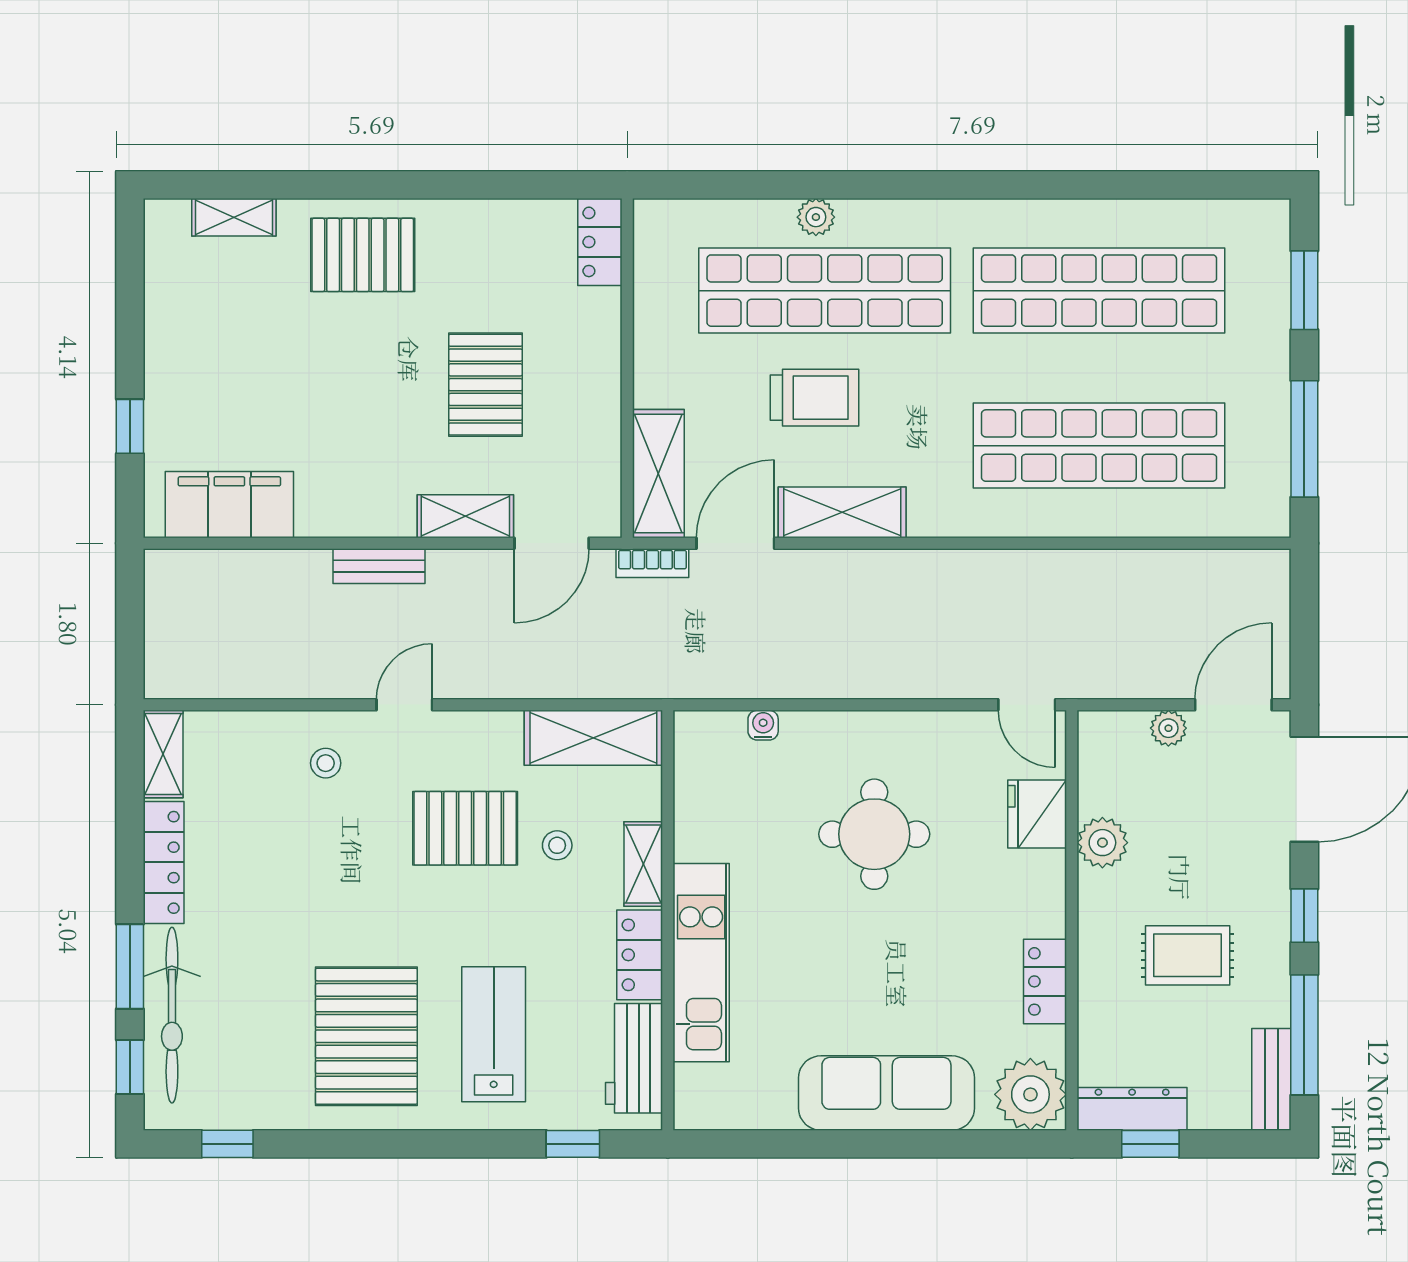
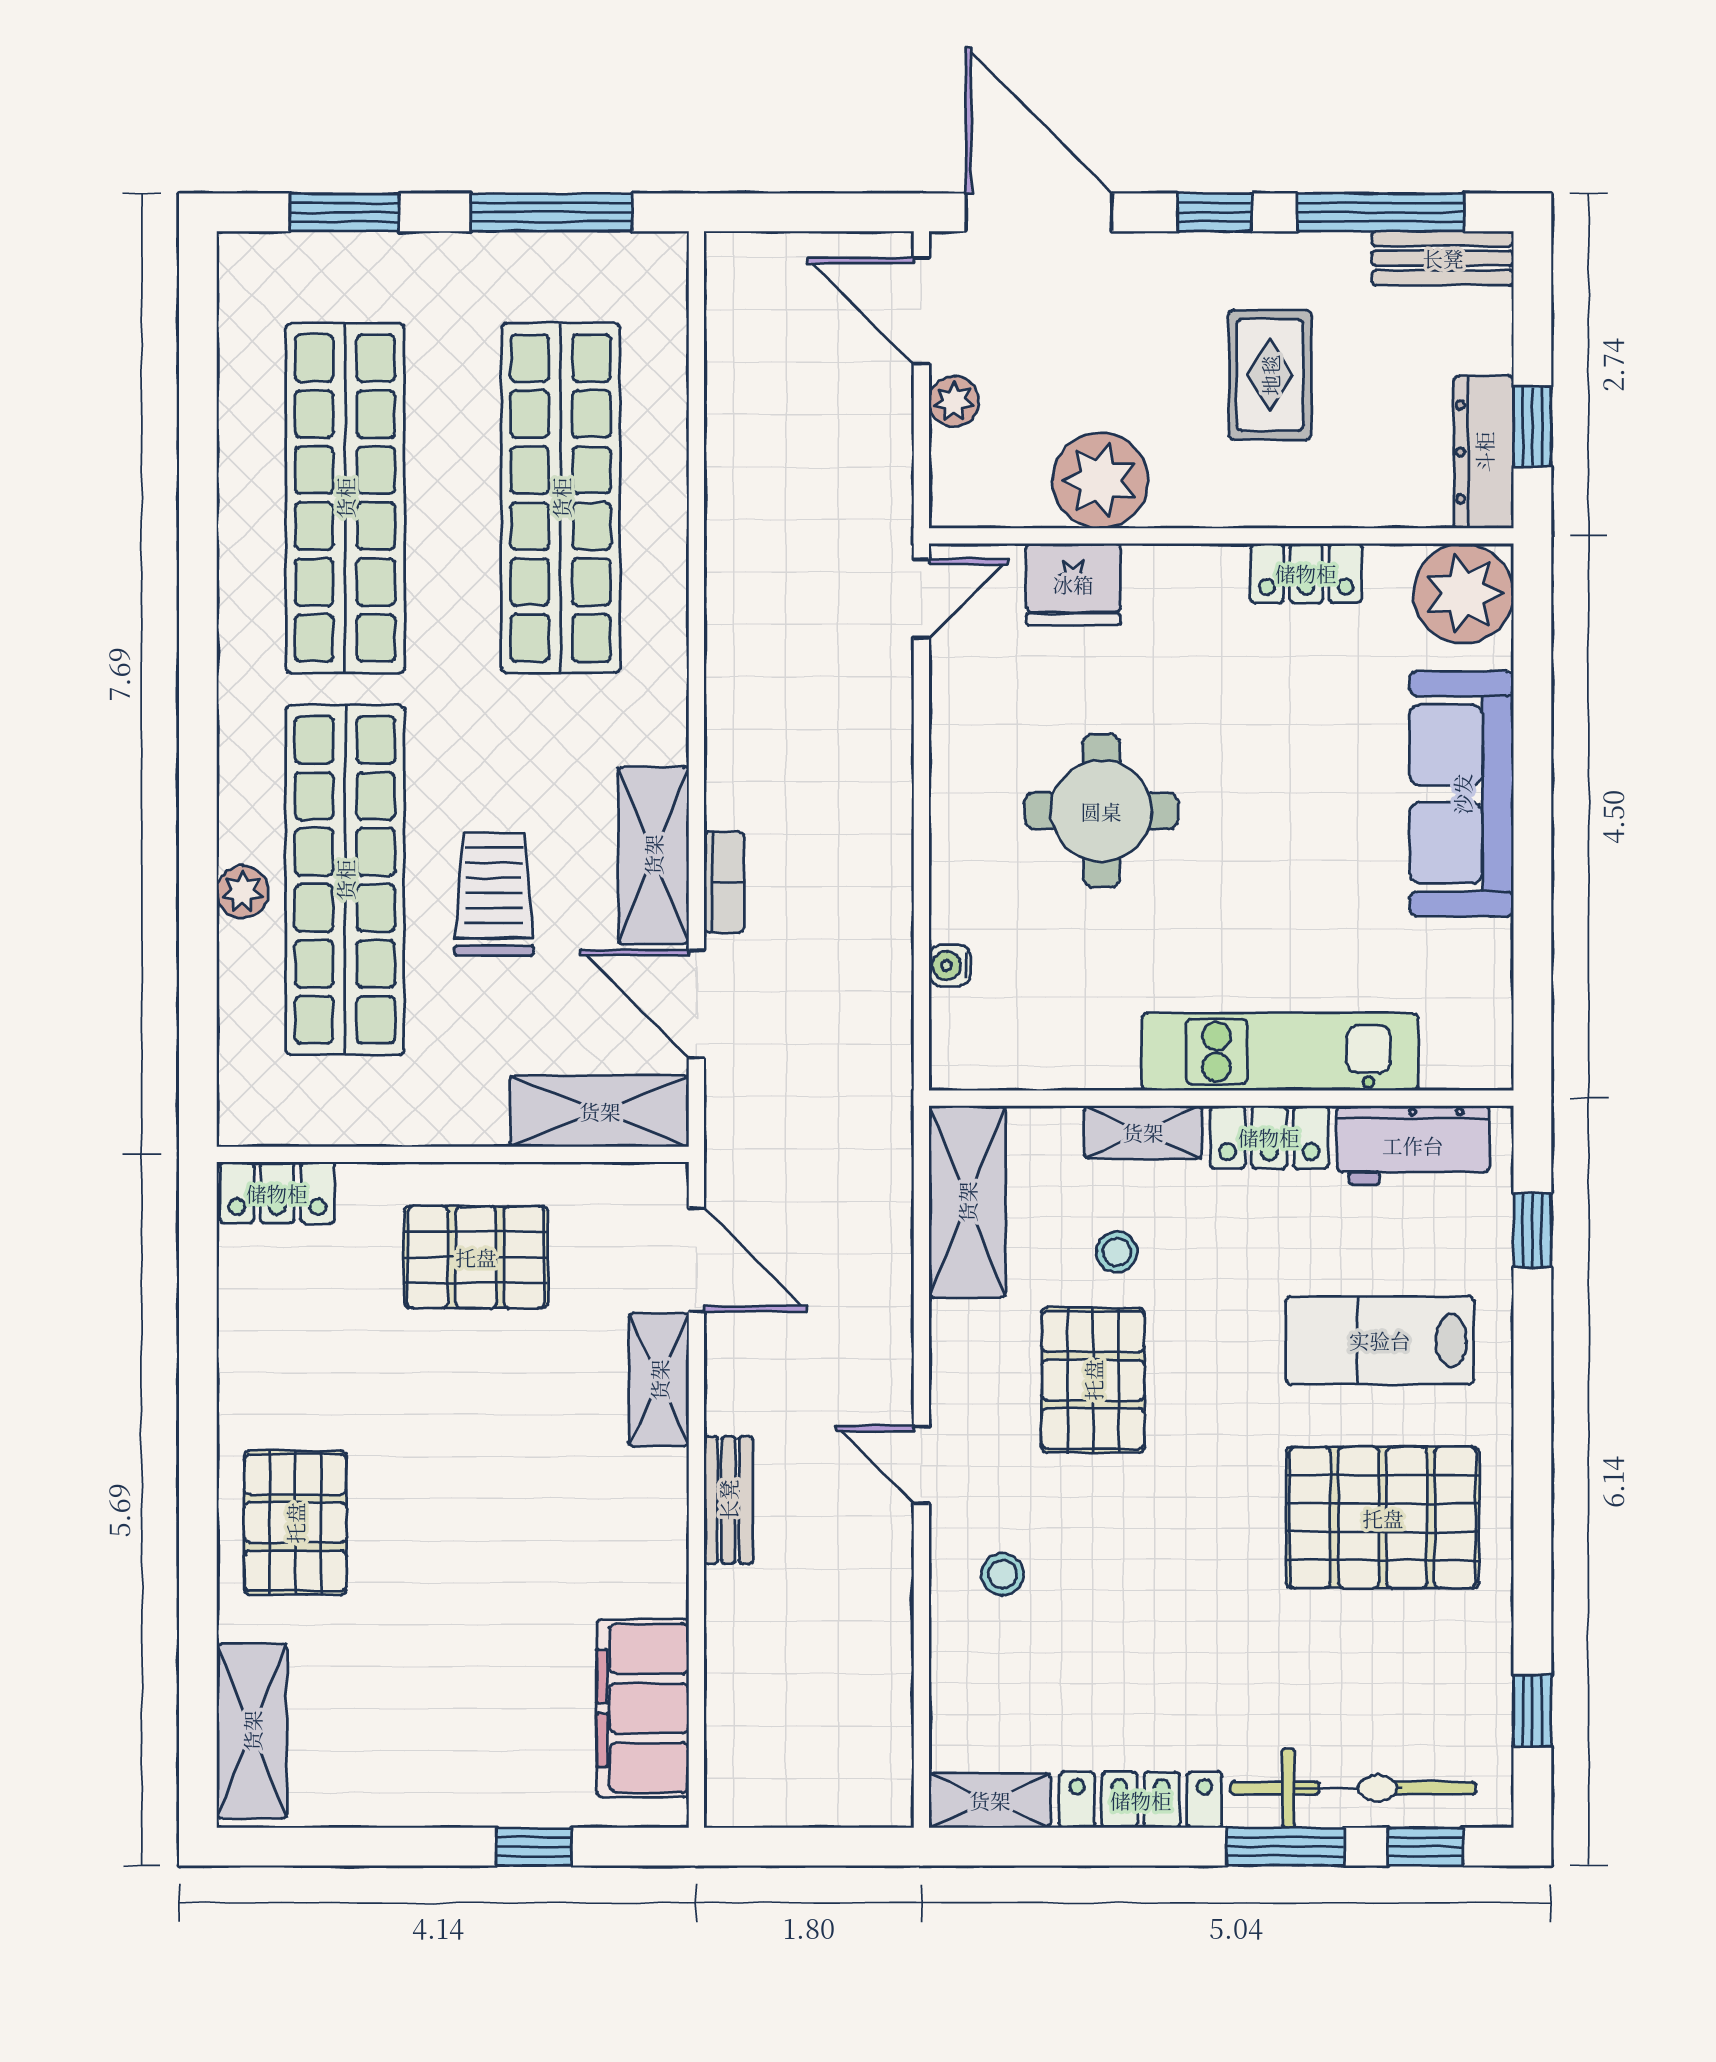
shelving: (234, 217) -> (252, 1731), width x1.50, depth x1.33
pallet: (485, 385) -> (476, 1257), moved
bookcase: (652, 563) -> (724, 882), moved
plant: (1102, 843) -> (1100, 480), width x1.36, depth x1.36

